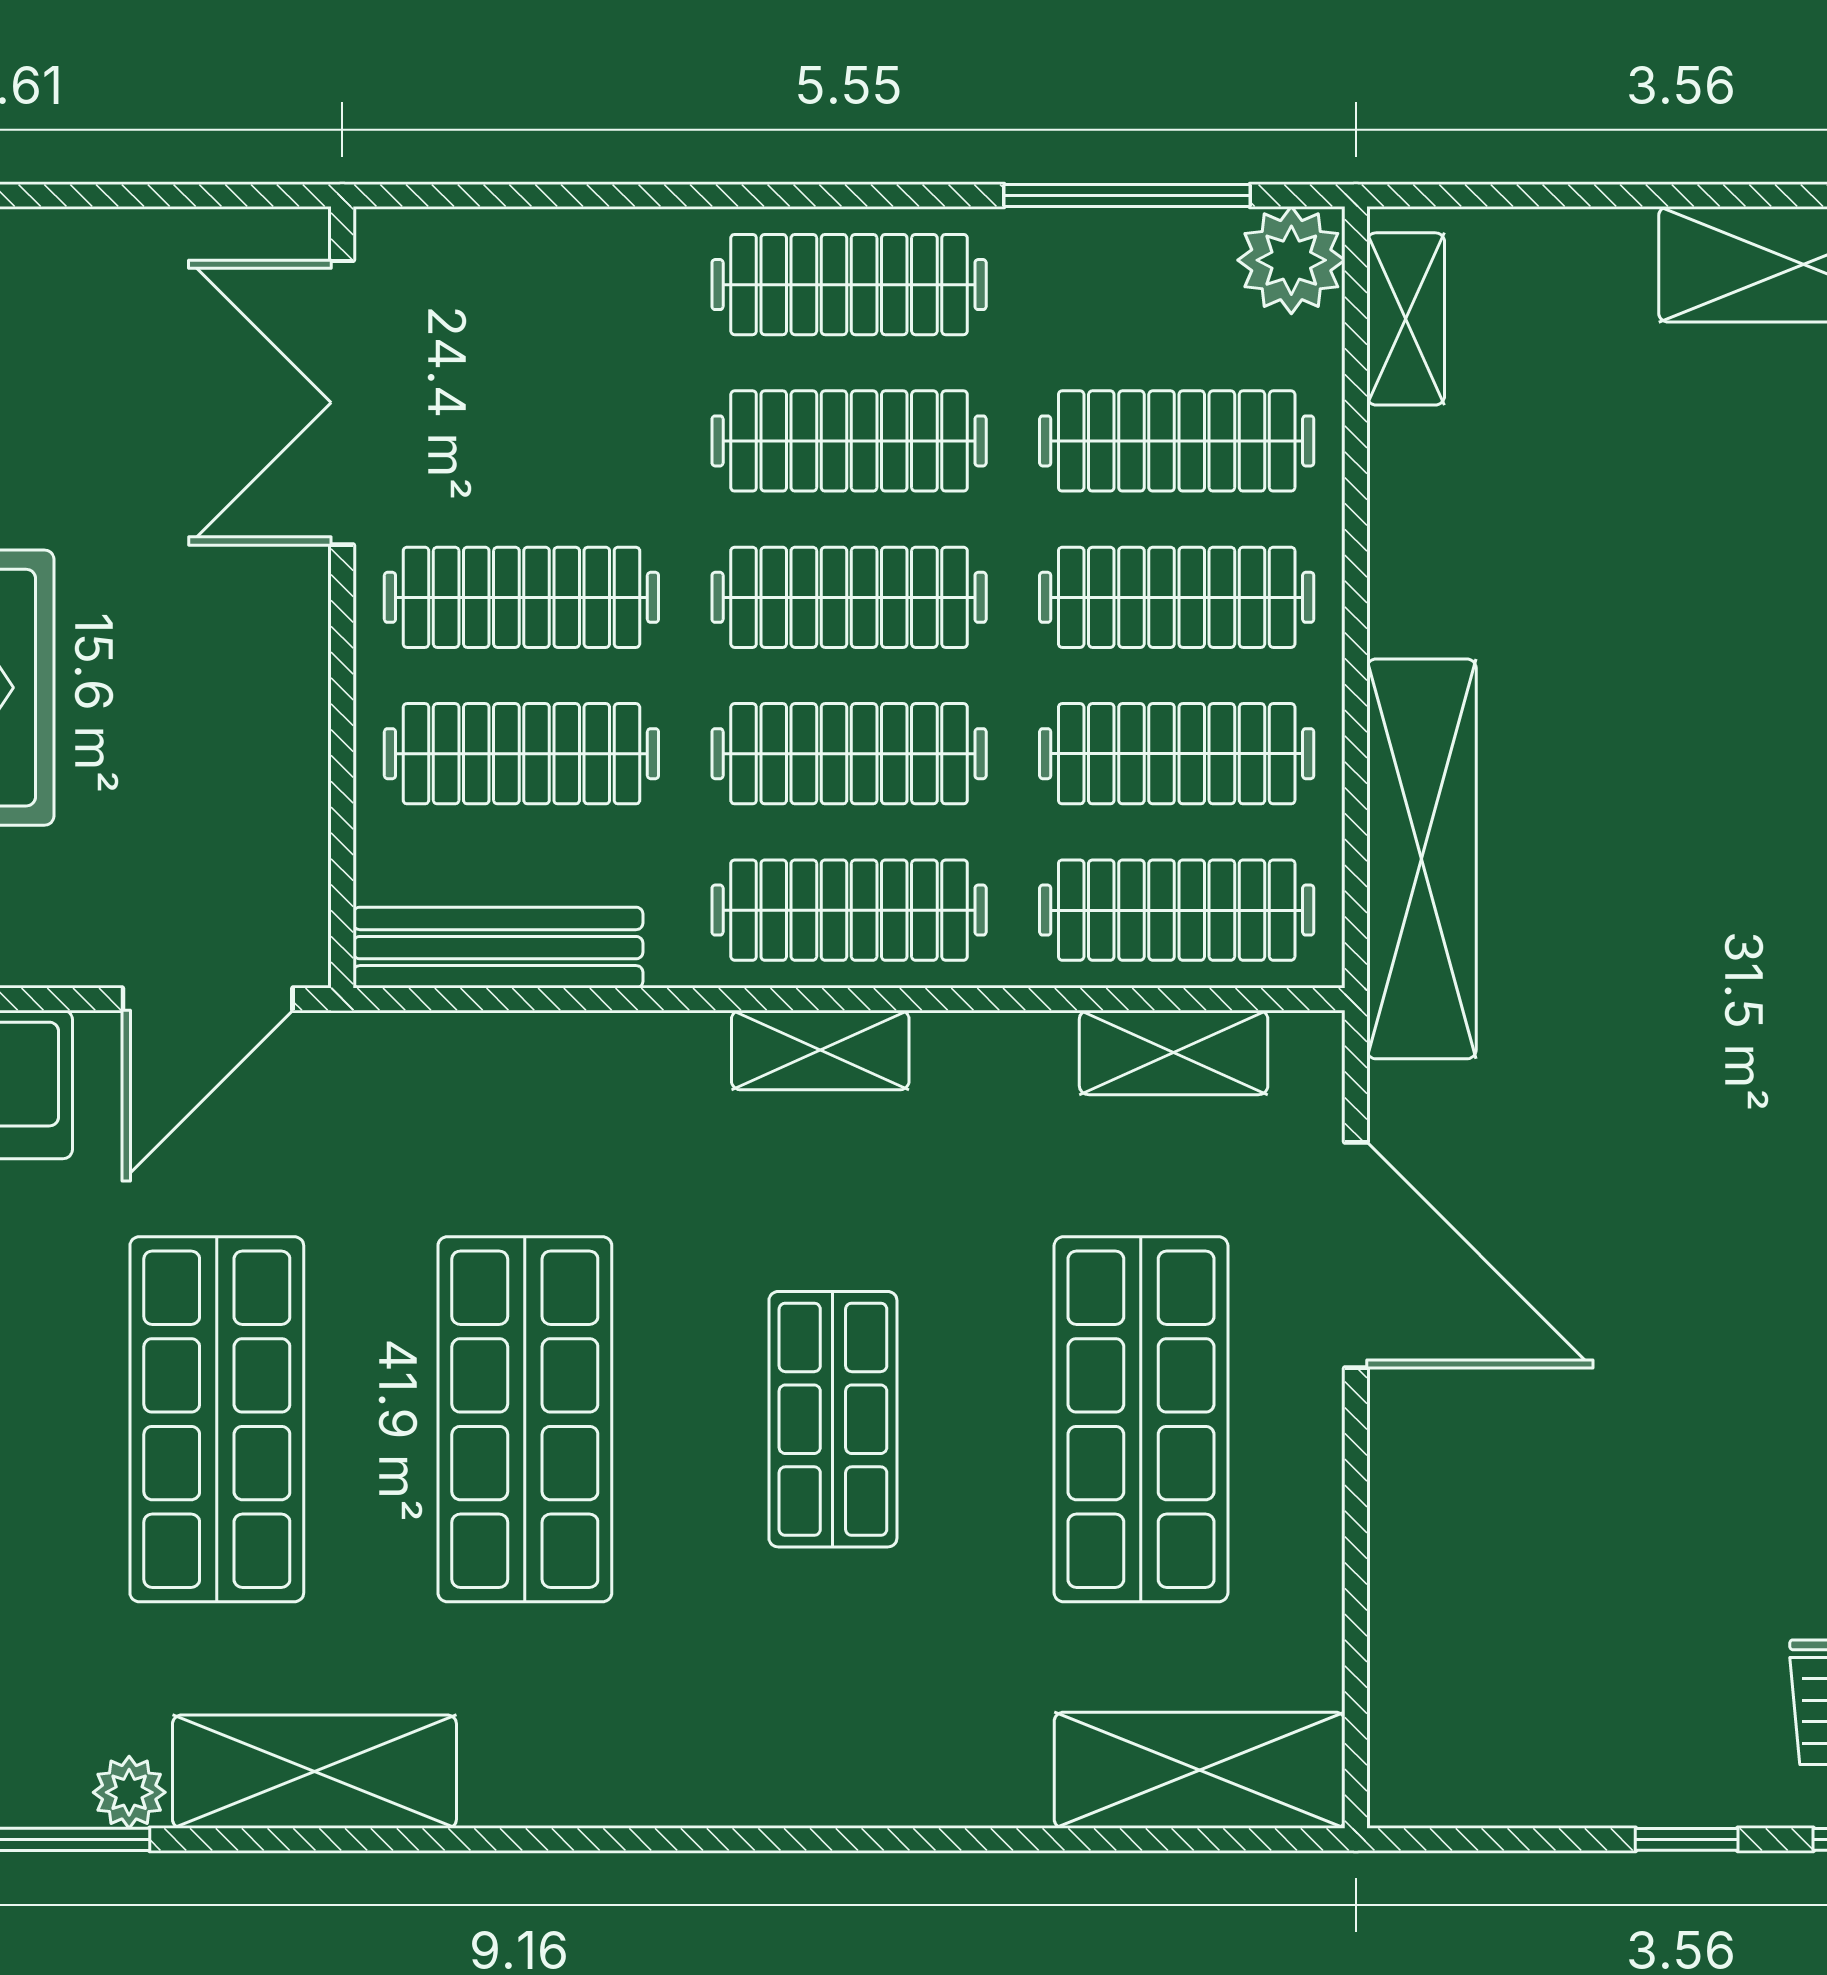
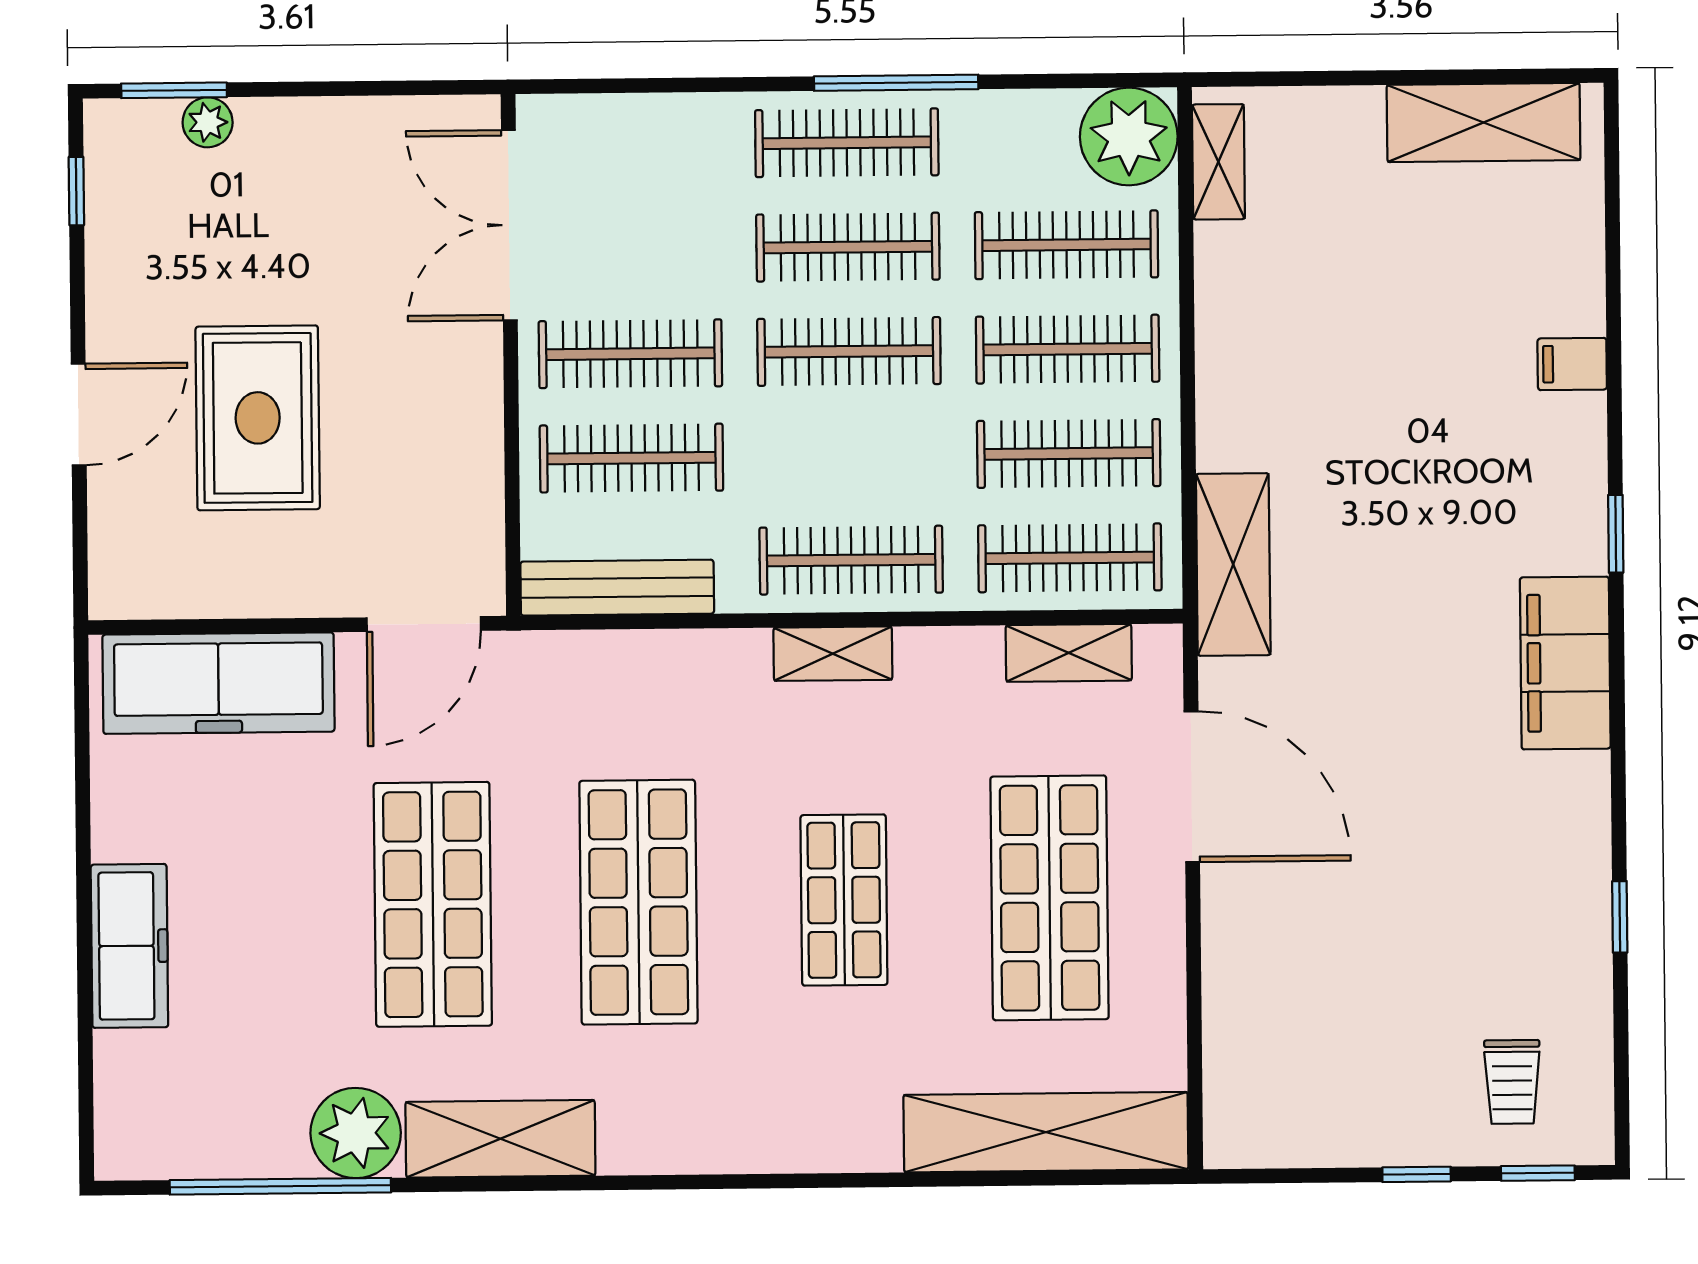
window: (1127, 195) -> (896, 83), moved
plant: (1291, 260) -> (1129, 137), width x1.36, depth x1.36
clothes rail: (849, 754) -> (850, 456), removed
shelving: (1421, 859) -> (1233, 564), width x0.68
shelving: (1200, 1770) -> (1046, 1132), width x1.47
plant: (129, 1792) -> (356, 1133), width x1.88, depth x1.88

